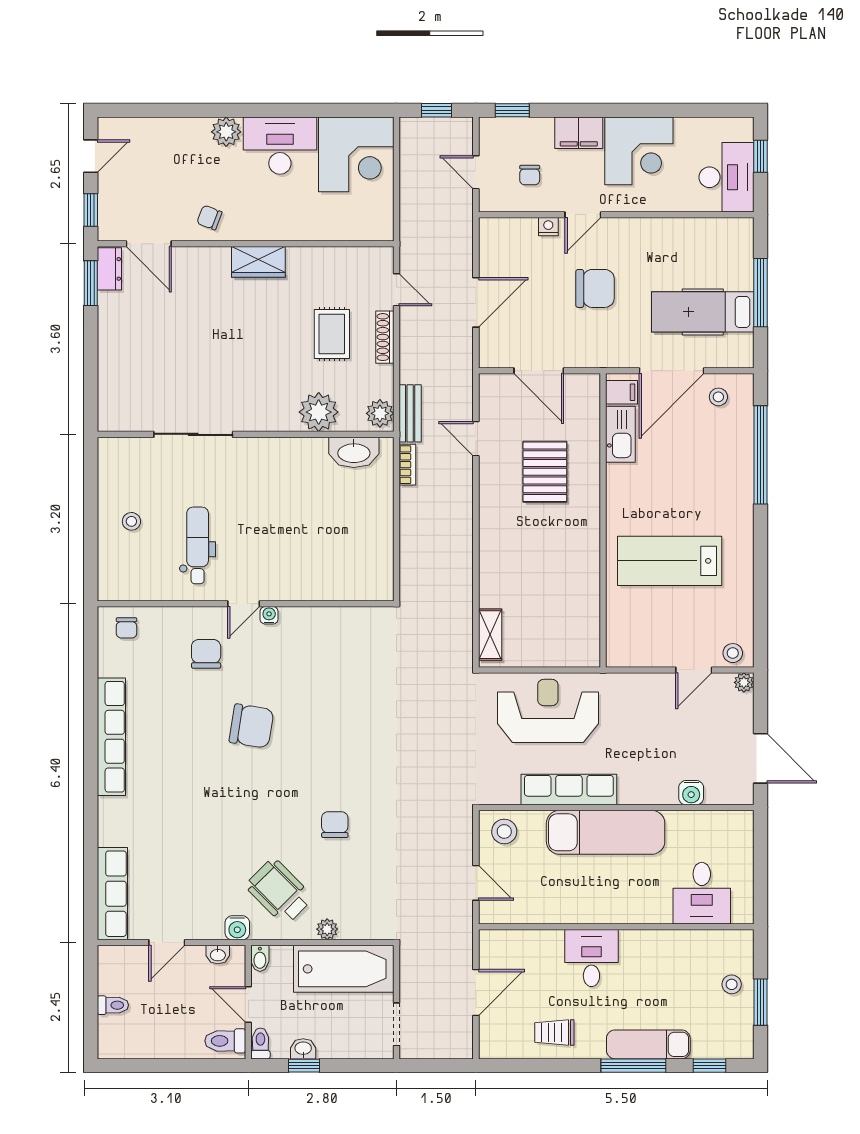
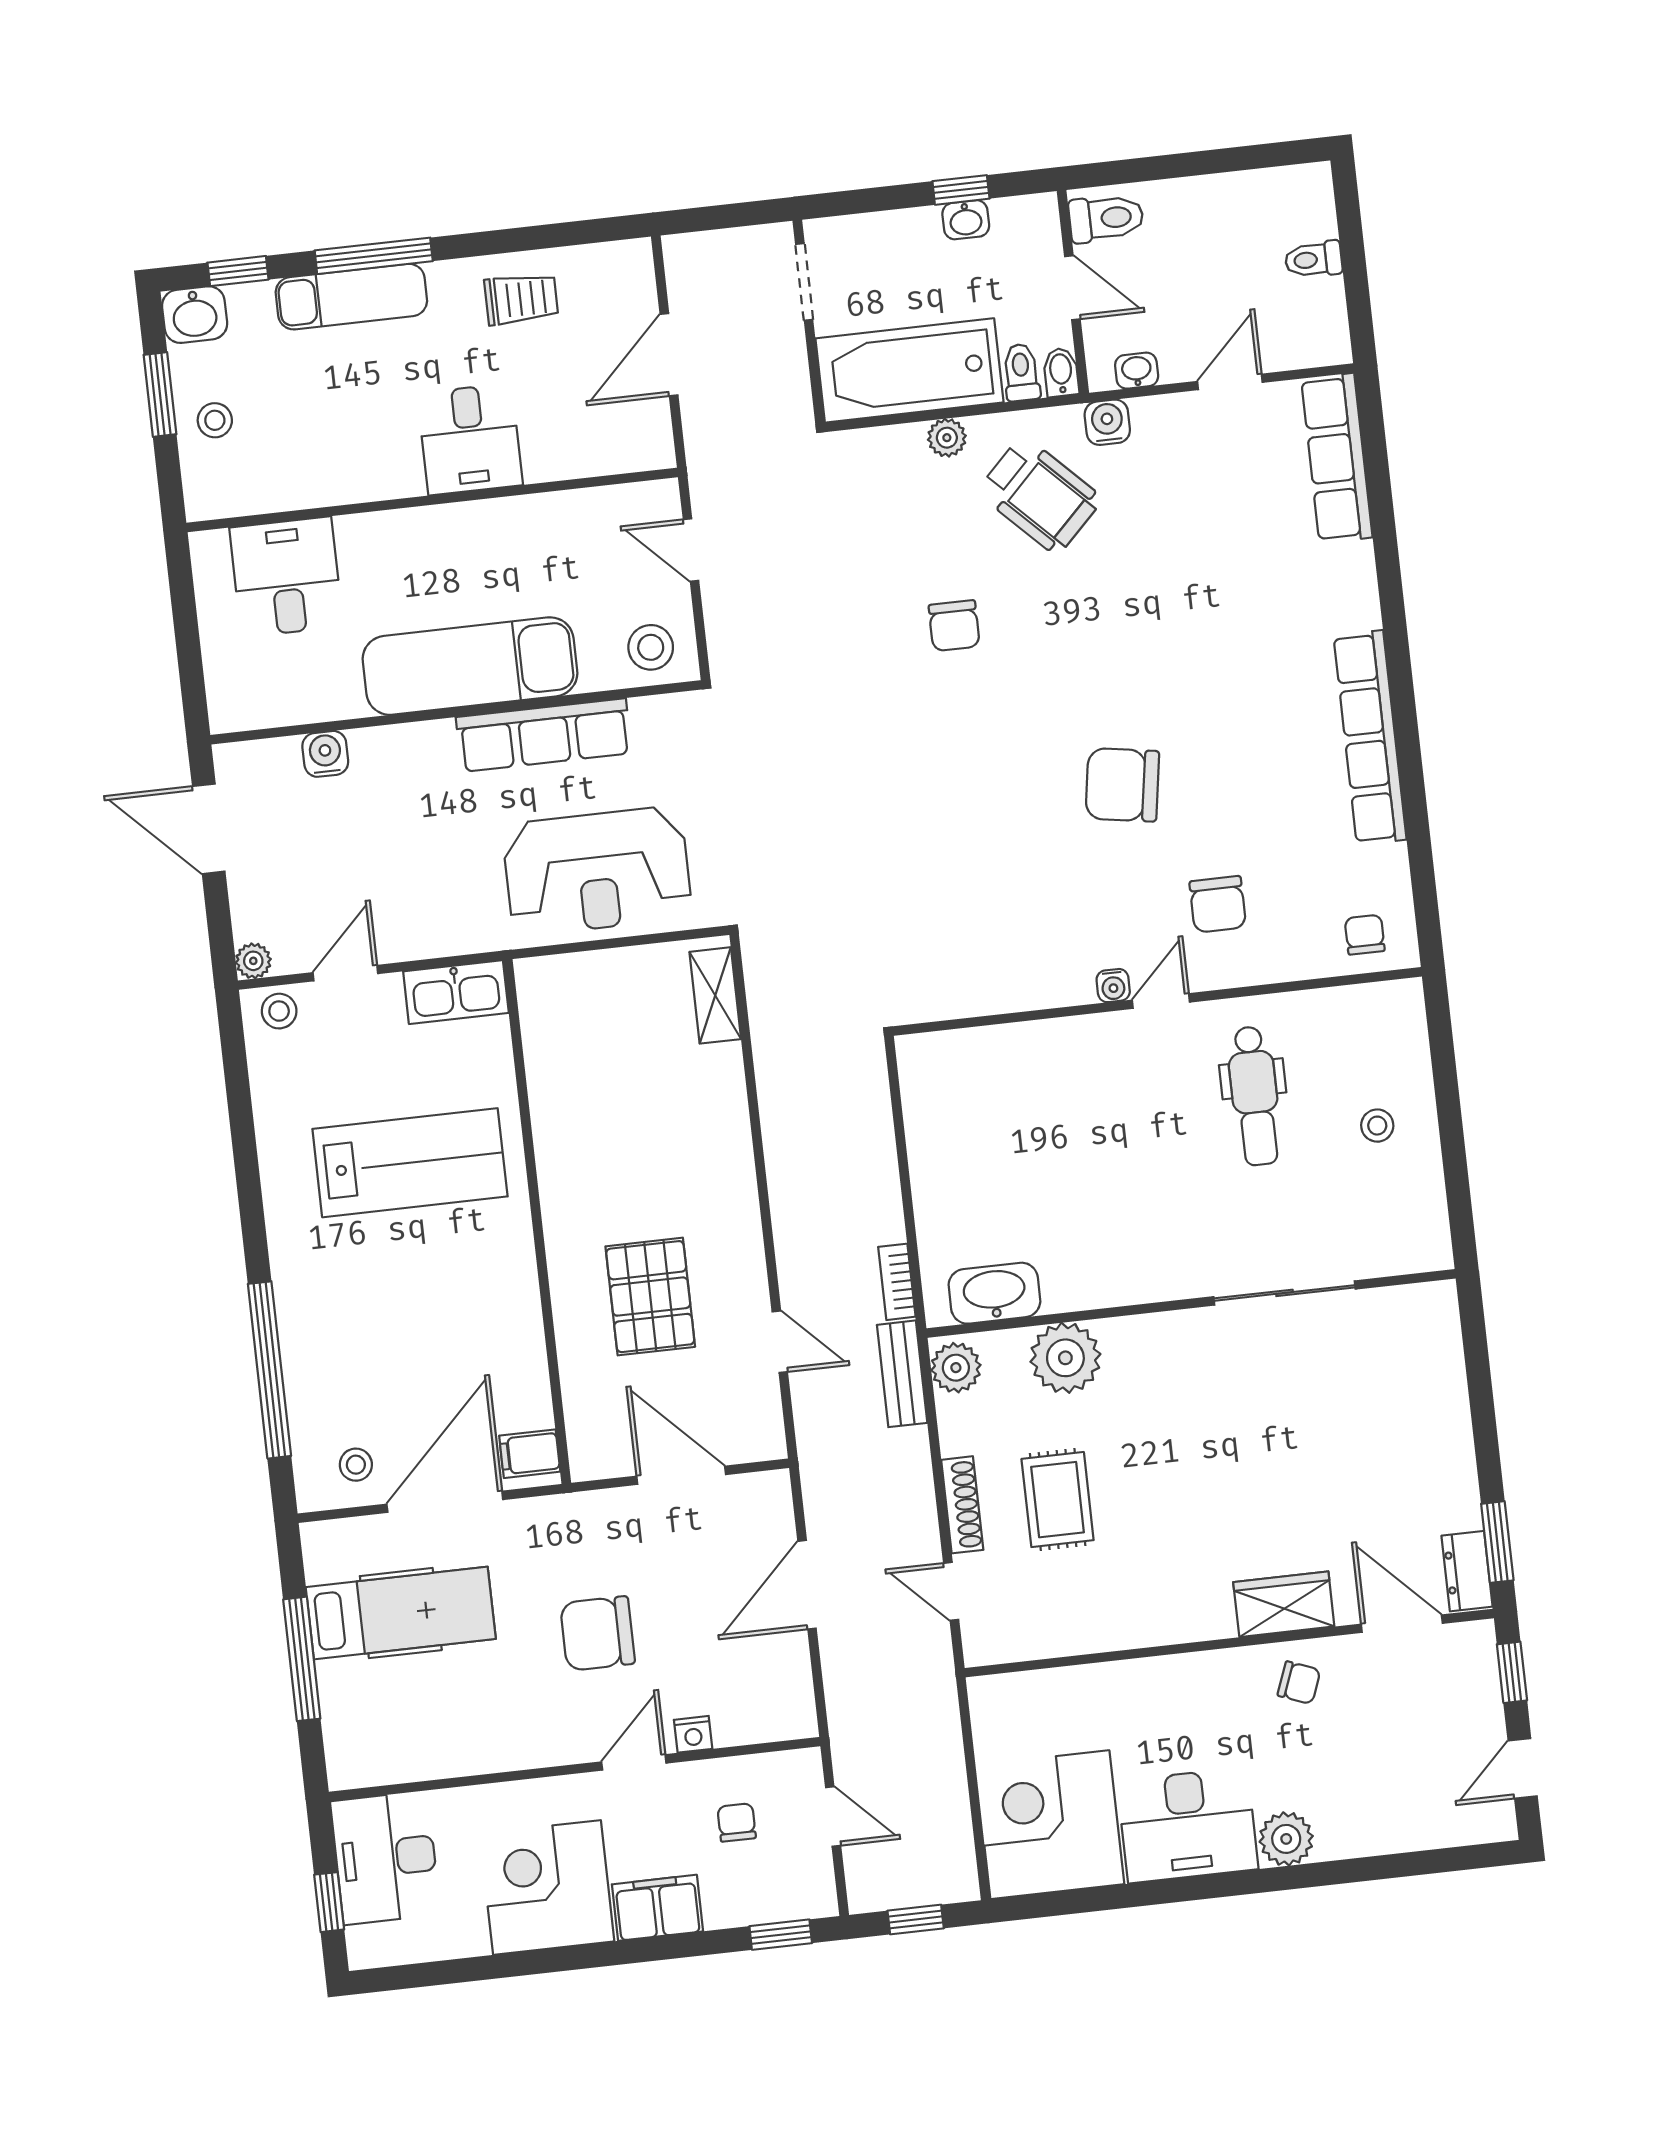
wardrobe: (258, 262) -> (1284, 1604), moved
kitchen sink: (620, 434) -> (456, 992), moved, turned -90
toilet: (260, 1043) -> (1021, 372), moved, turned 180
washbasin: (736, 1044) -> (195, 315), added

